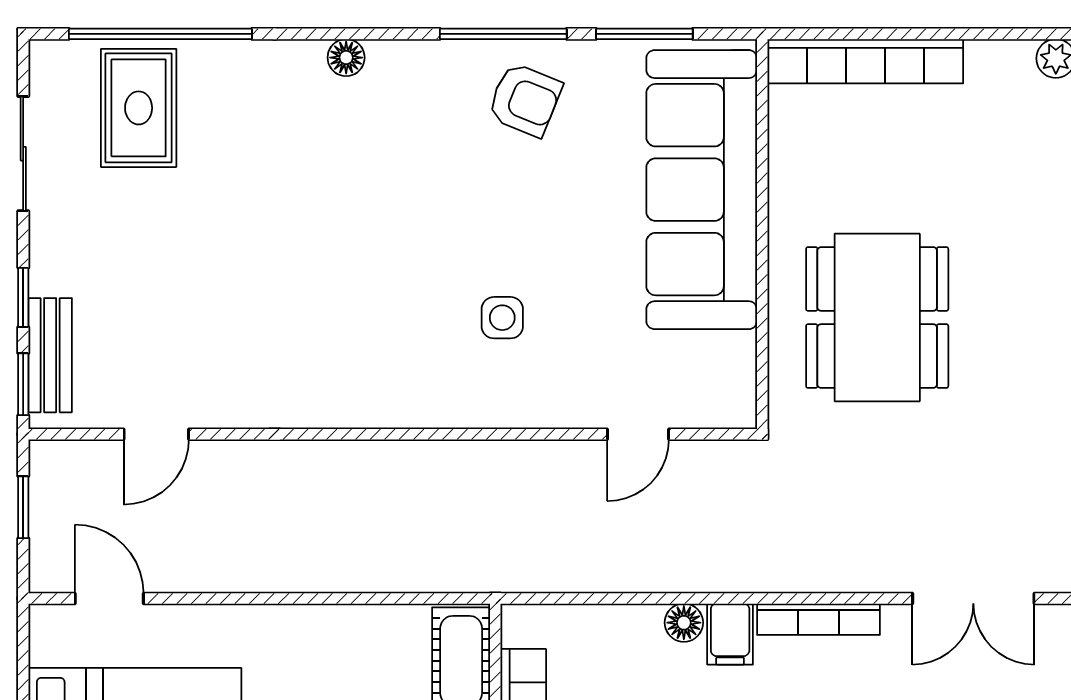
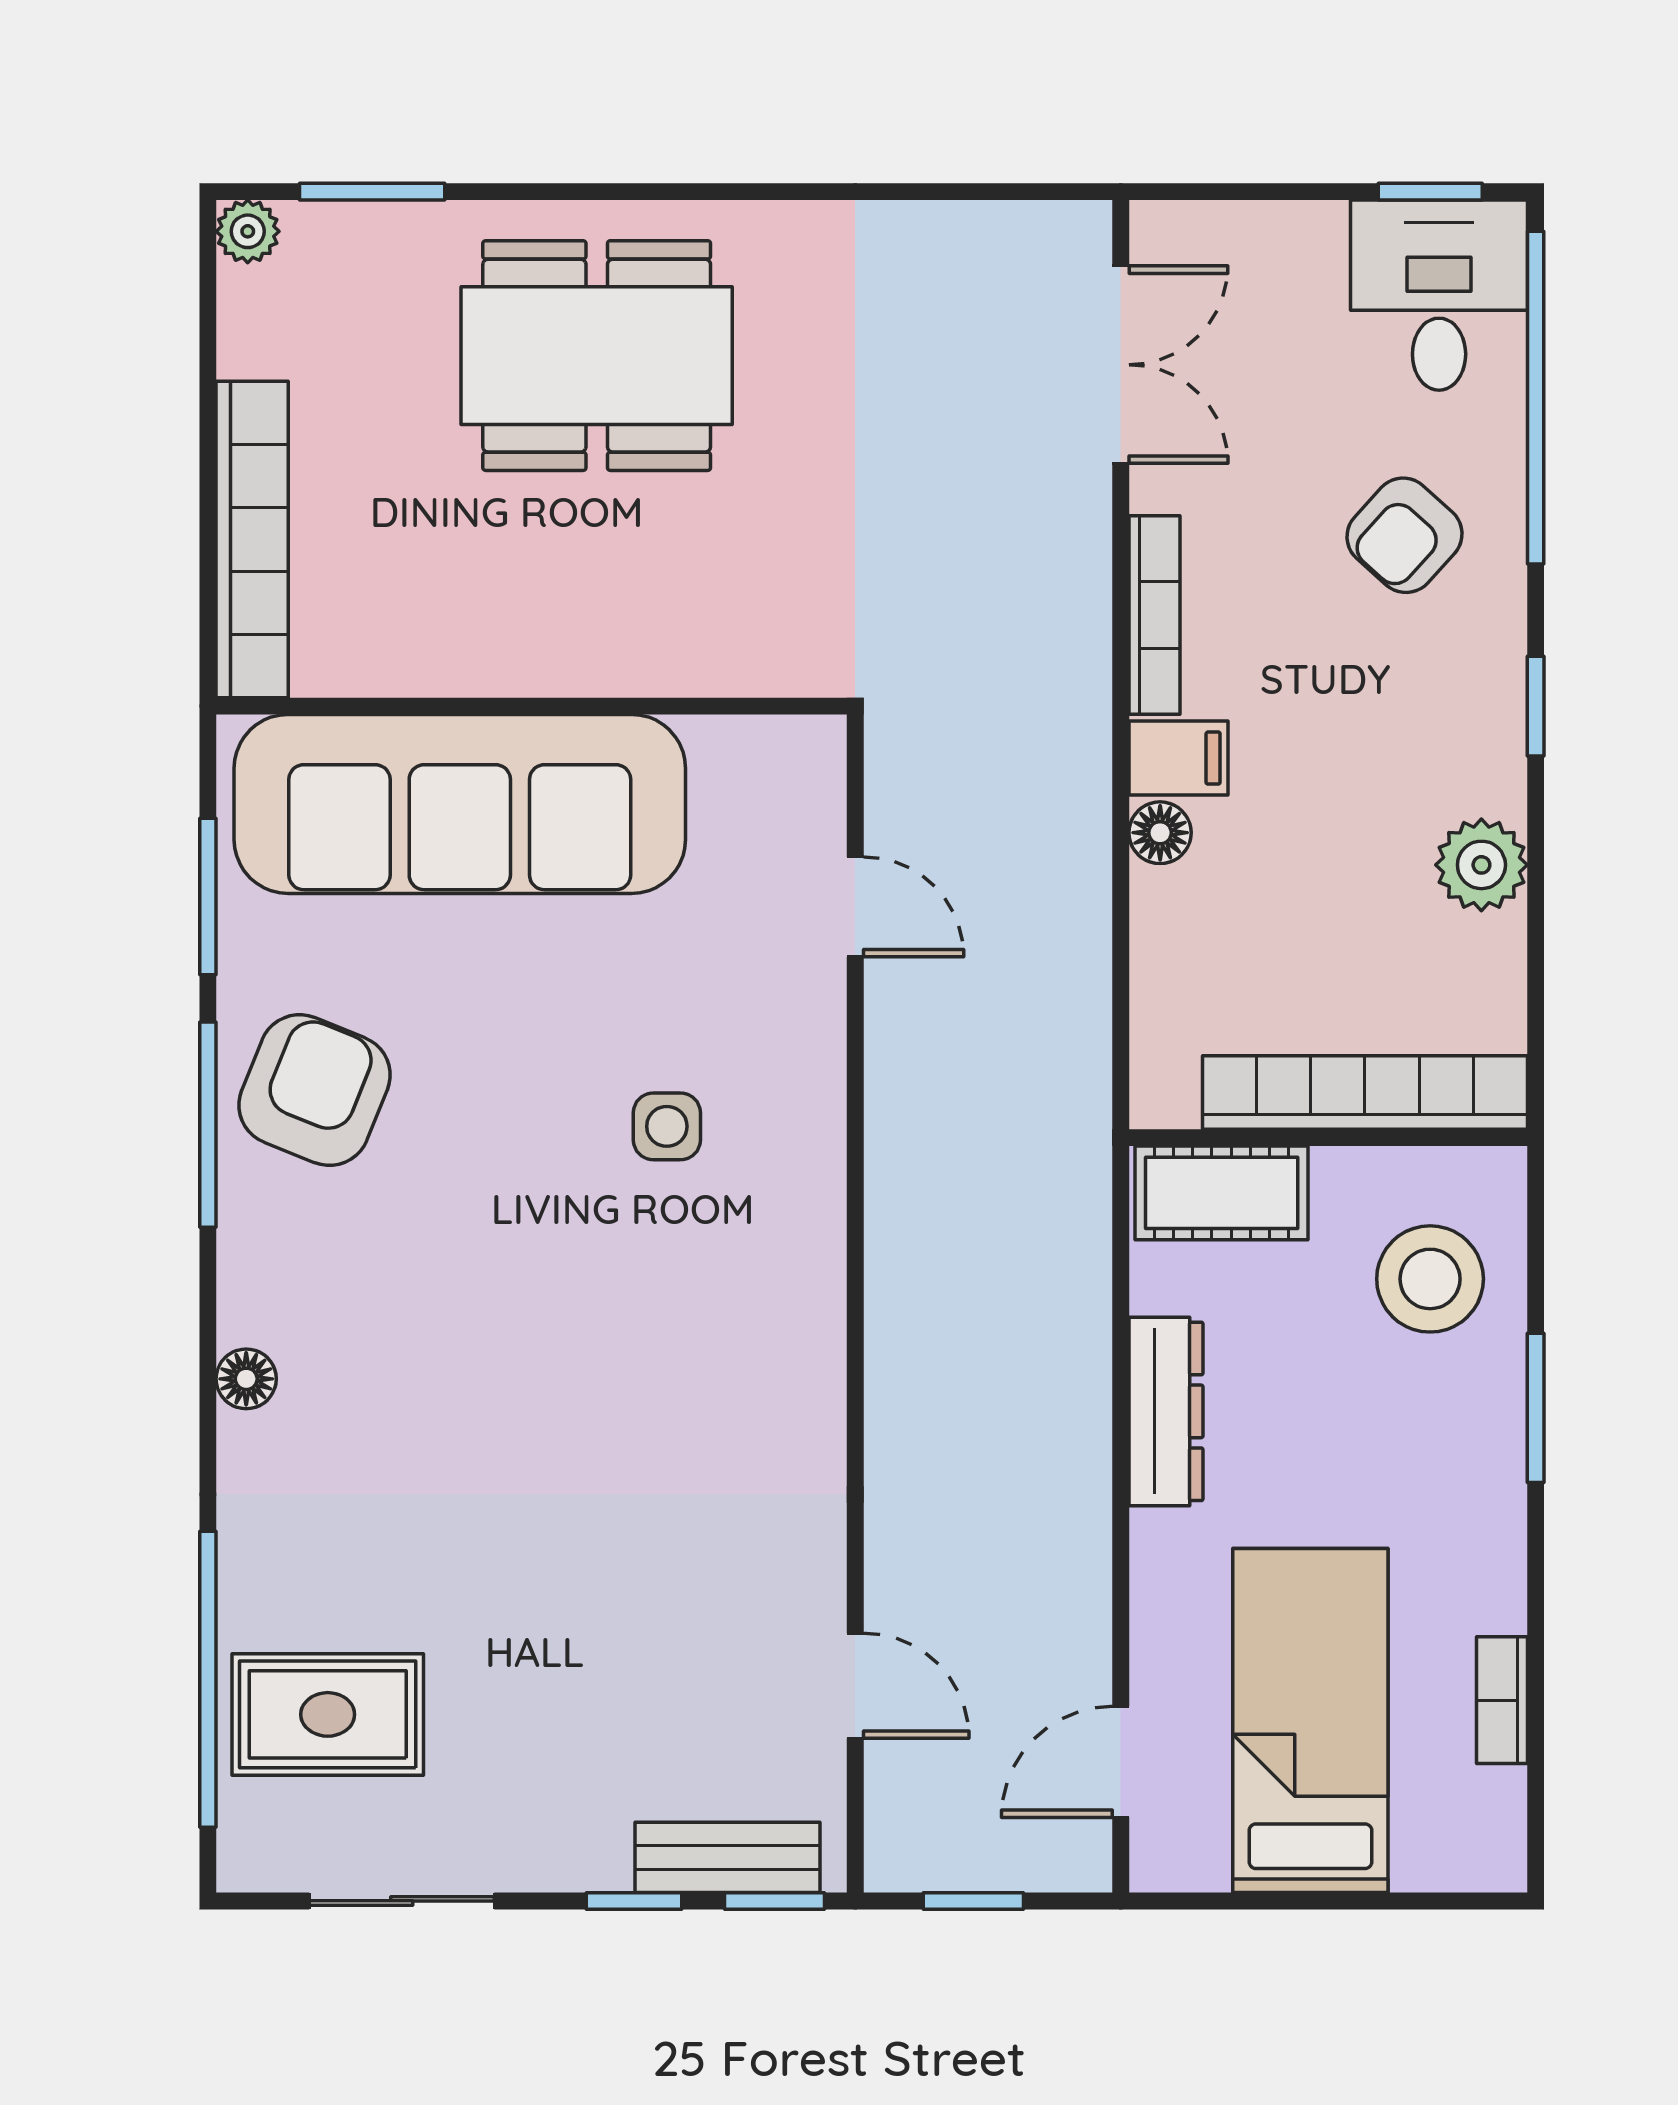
armchair: (525, 100) -> (314, 1090), width x1.38, depth x1.38
dining table: (877, 318) -> (597, 356), moved
dresser: (326, 626) -> (1166, 1411), added

